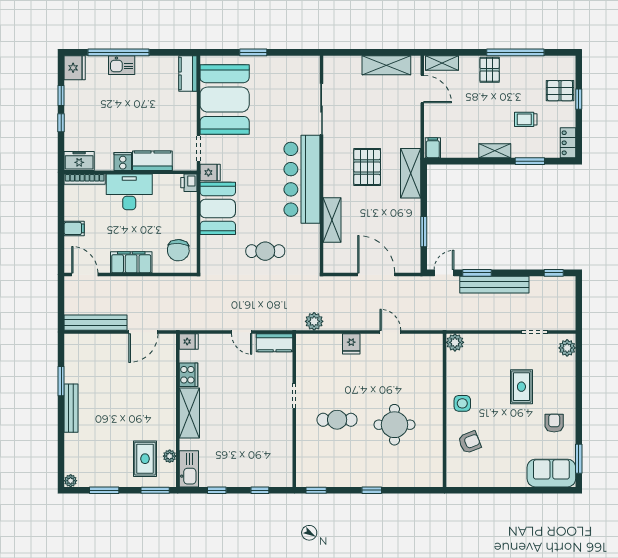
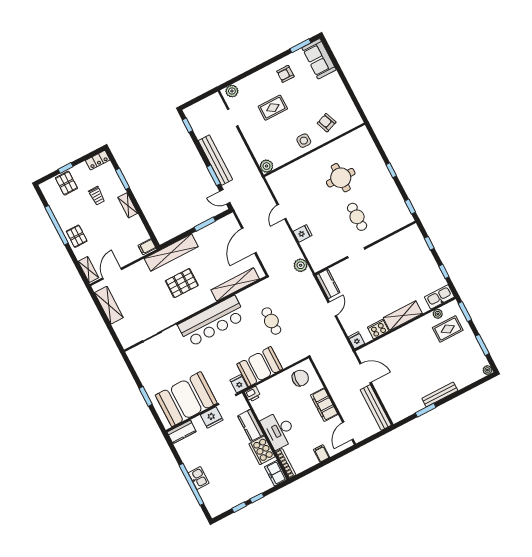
fridge: (75, 68) -> (212, 417), moved, turned 180
pallet: (490, 70) -> (77, 236), turned 90
cooker: (123, 162) -> (262, 450), width x1.87, depth x1.31
shelving: (411, 173) -> (171, 253), width x1.47
shelving: (332, 220) -> (235, 284), width x1.47

